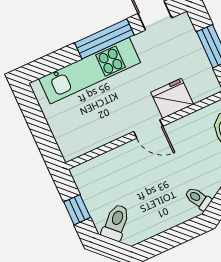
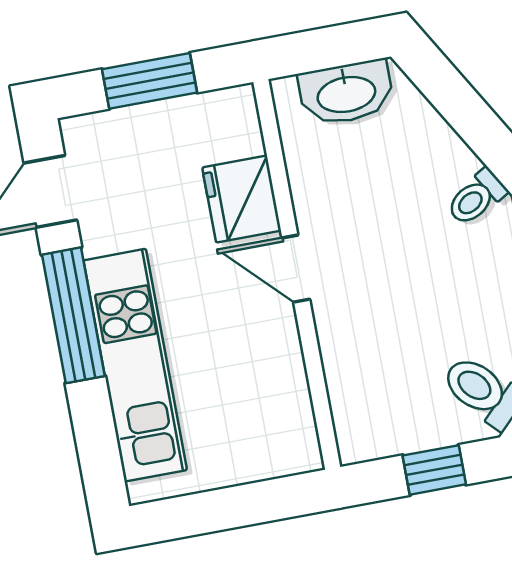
door: (148, 129) -> (296, 269), swing flipped

